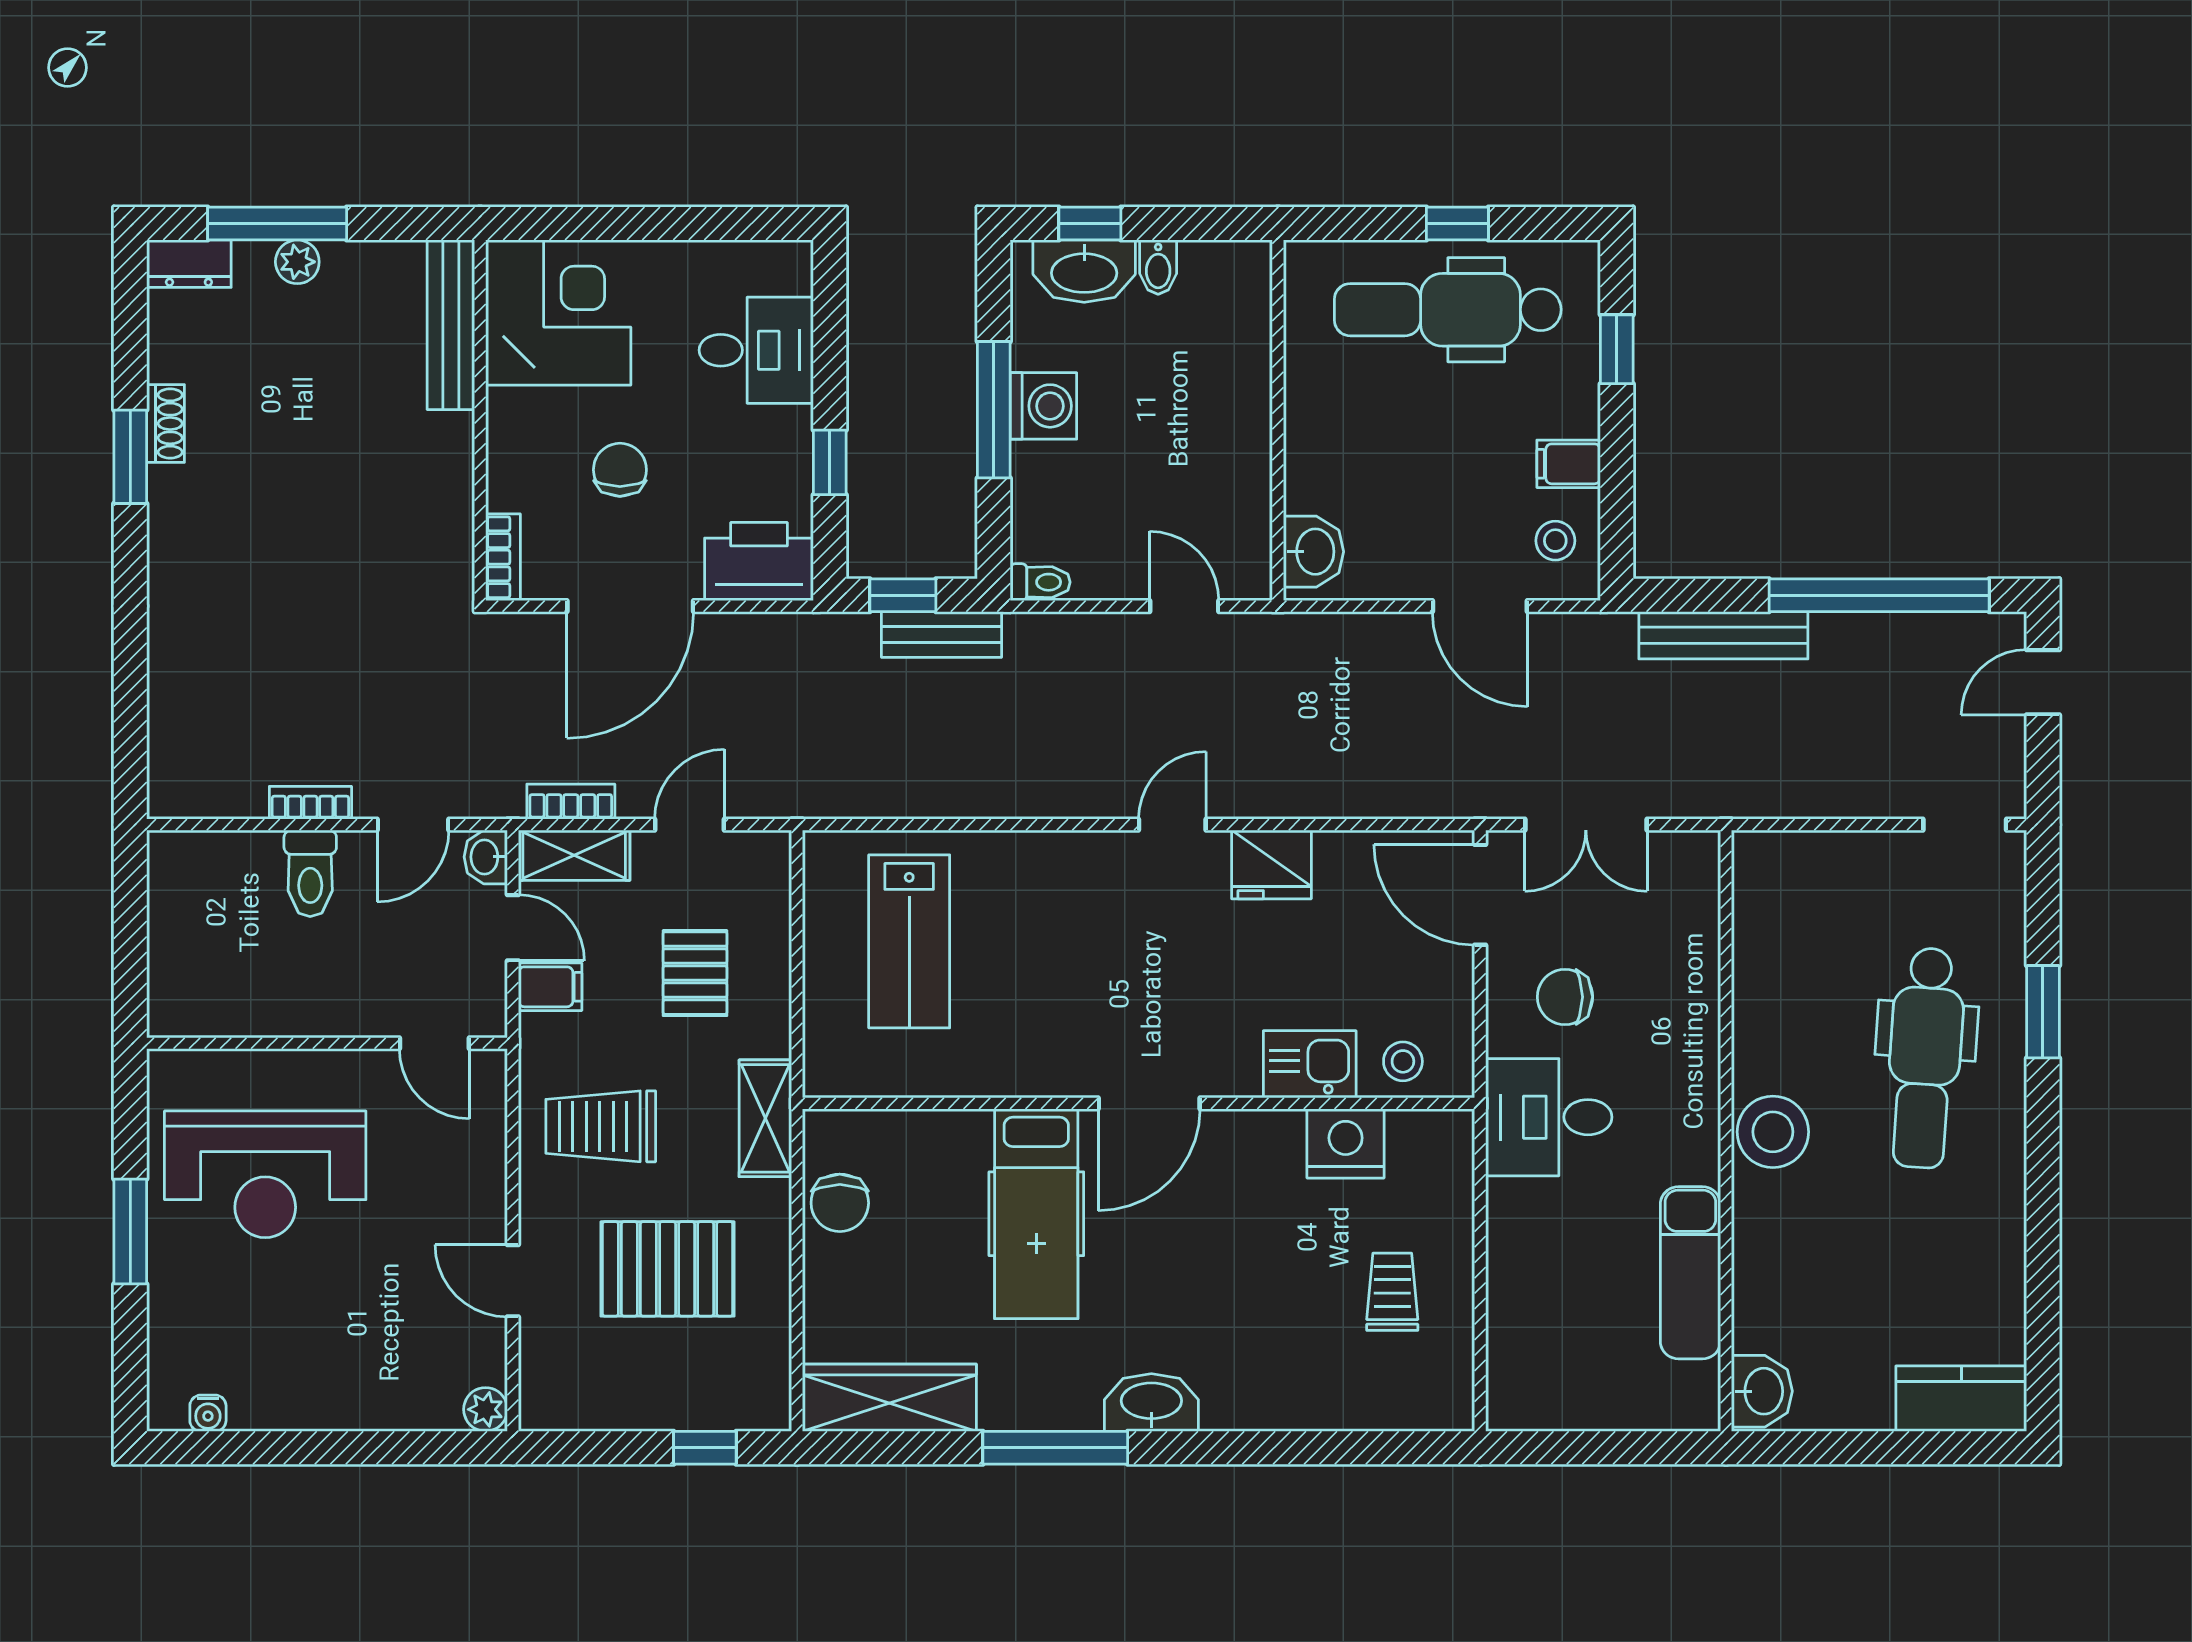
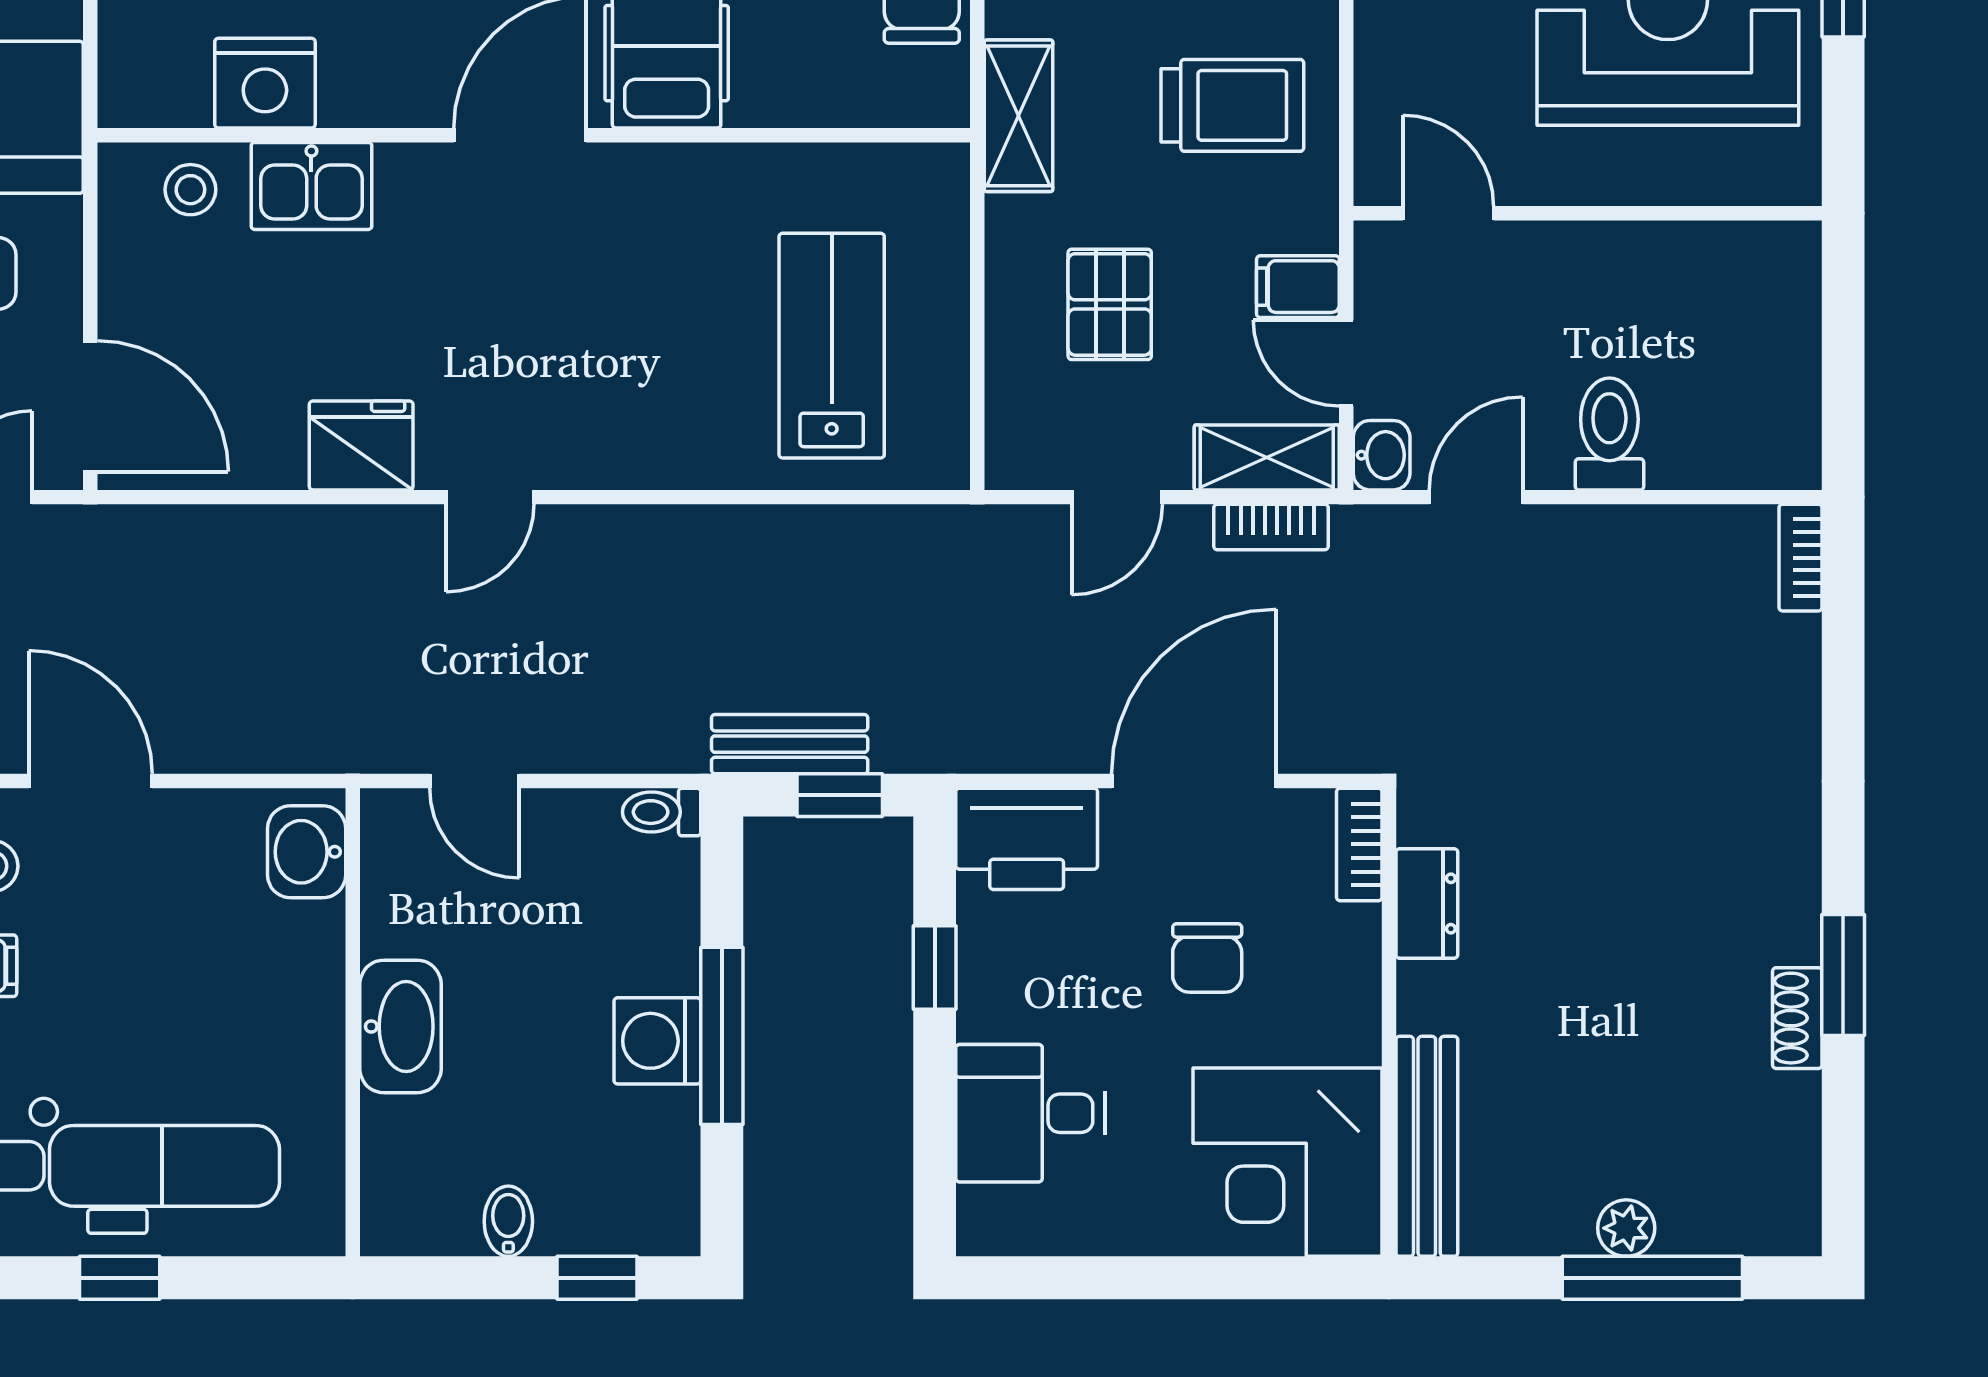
dresser: (189, 264) -> (1427, 903), moved, turned 90
washbasin: (1084, 271) -> (400, 1026), moved, turned 90
bookcase: (310, 803) -> (1800, 558), moved, turned 90

